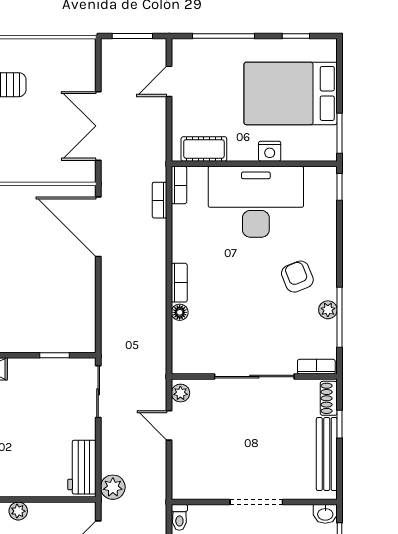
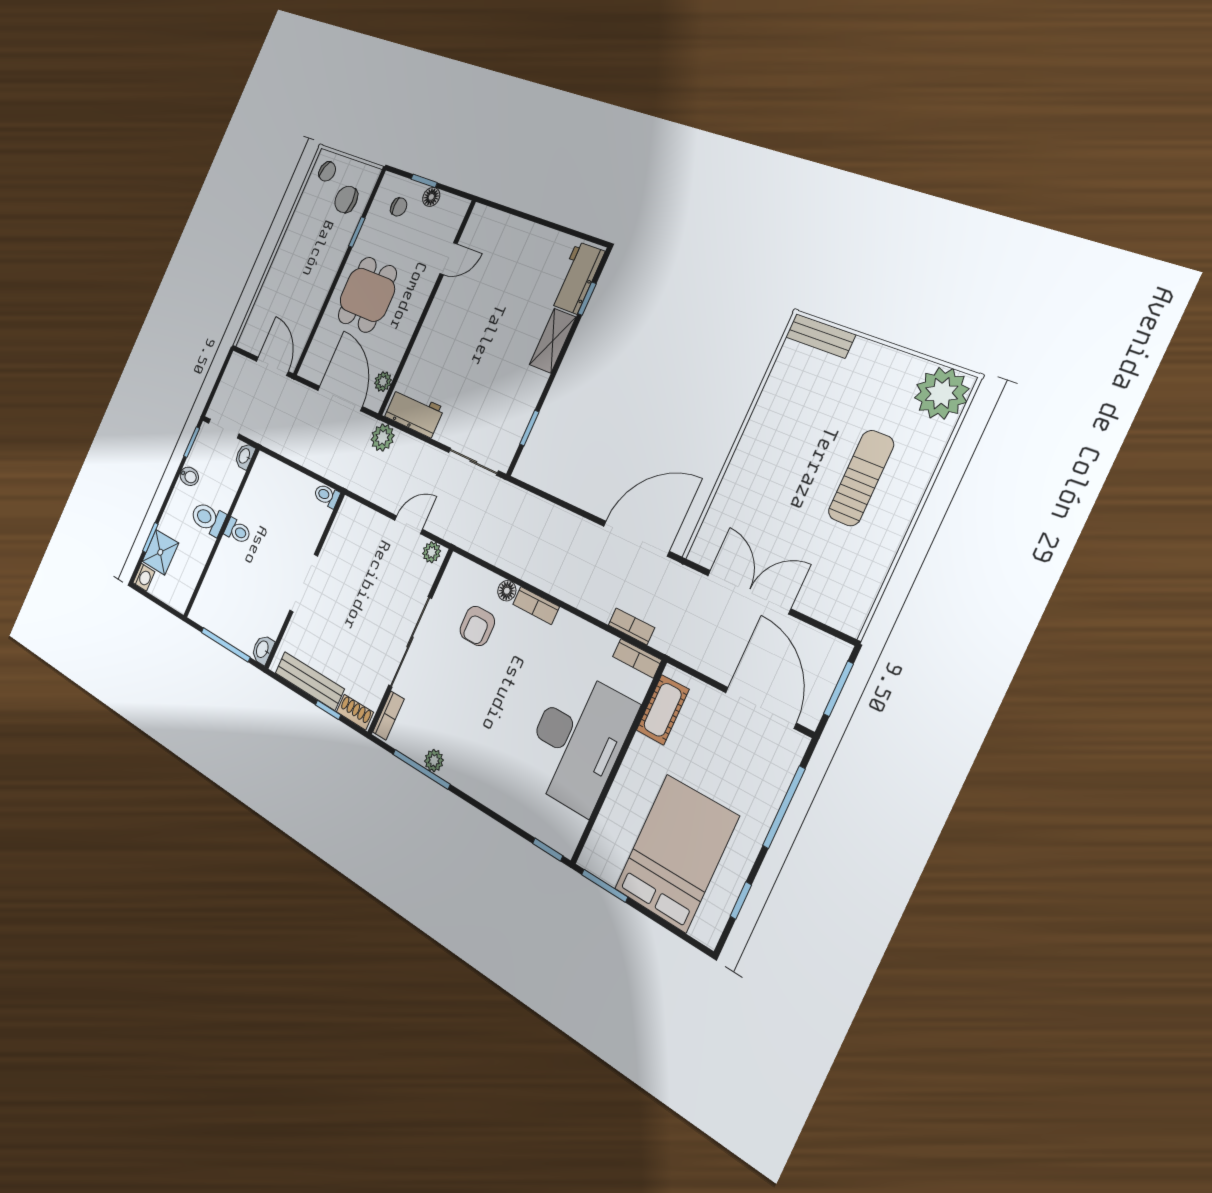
door: (169, 81) -> (761, 708), width x1.87
nightstand: (270, 151) -> (624, 789), removed
armchair: (297, 277) -> (477, 626), moved, turned 112
plant: (18, 511) -> (383, 382), moved

